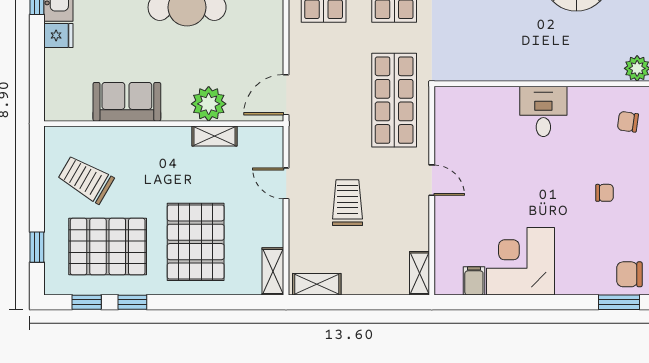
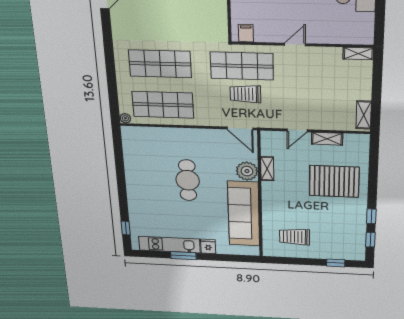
sofa: (127, 102) -> (244, 214), width x1.85, depth x1.27
trolley: (86, 179) -> (295, 237), turned 60
trolley: (347, 203) -> (245, 94), moved
pallet: (108, 247) -> (336, 228), removed
shelving: (273, 271) -> (327, 139), moved
filing cabinet: (474, 281) -> (246, 33), moved, turned 90

